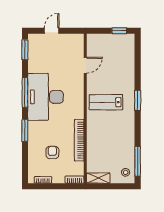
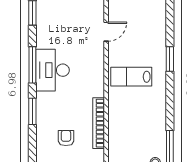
desk: (45, 97) -> (53, 70), width x0.73, depth x0.77
window: (138, 101) -> (170, 59), moved

